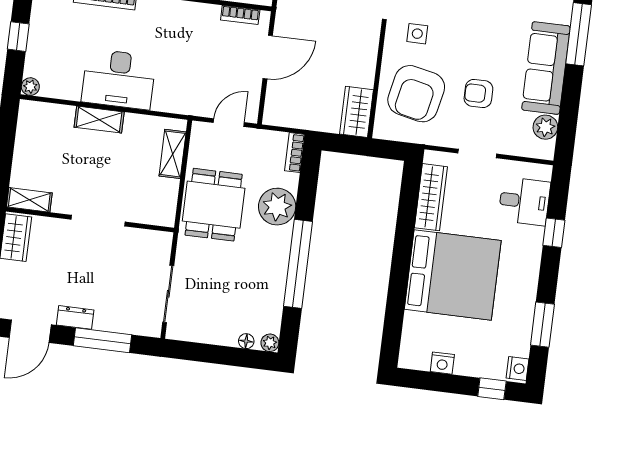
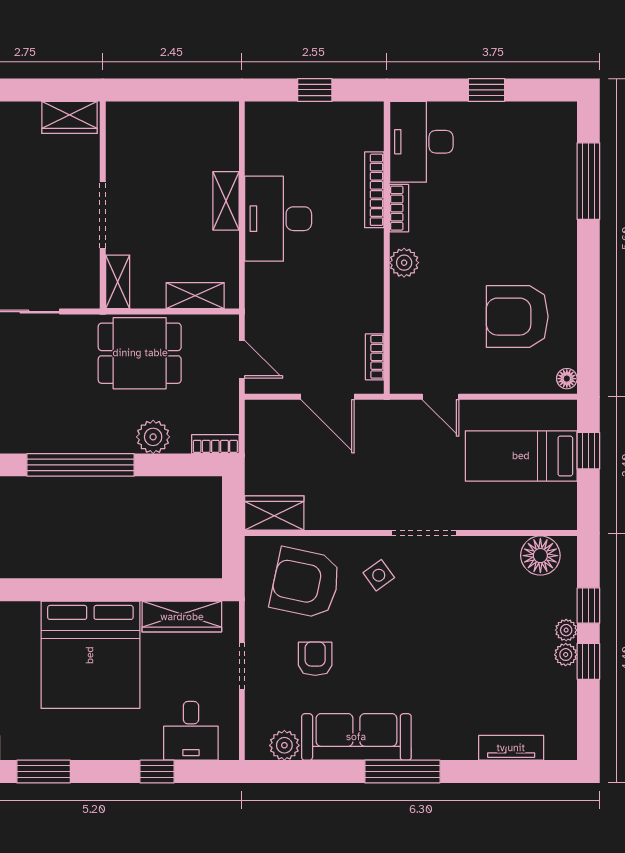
side table: (417, 34) -> (379, 575), turned -36
plant: (30, 87) -> (256, 112), removed
shelving: (29, 200) -> (118, 282), moved
plant: (277, 207) -> (153, 437), width x0.73, depth x0.73

